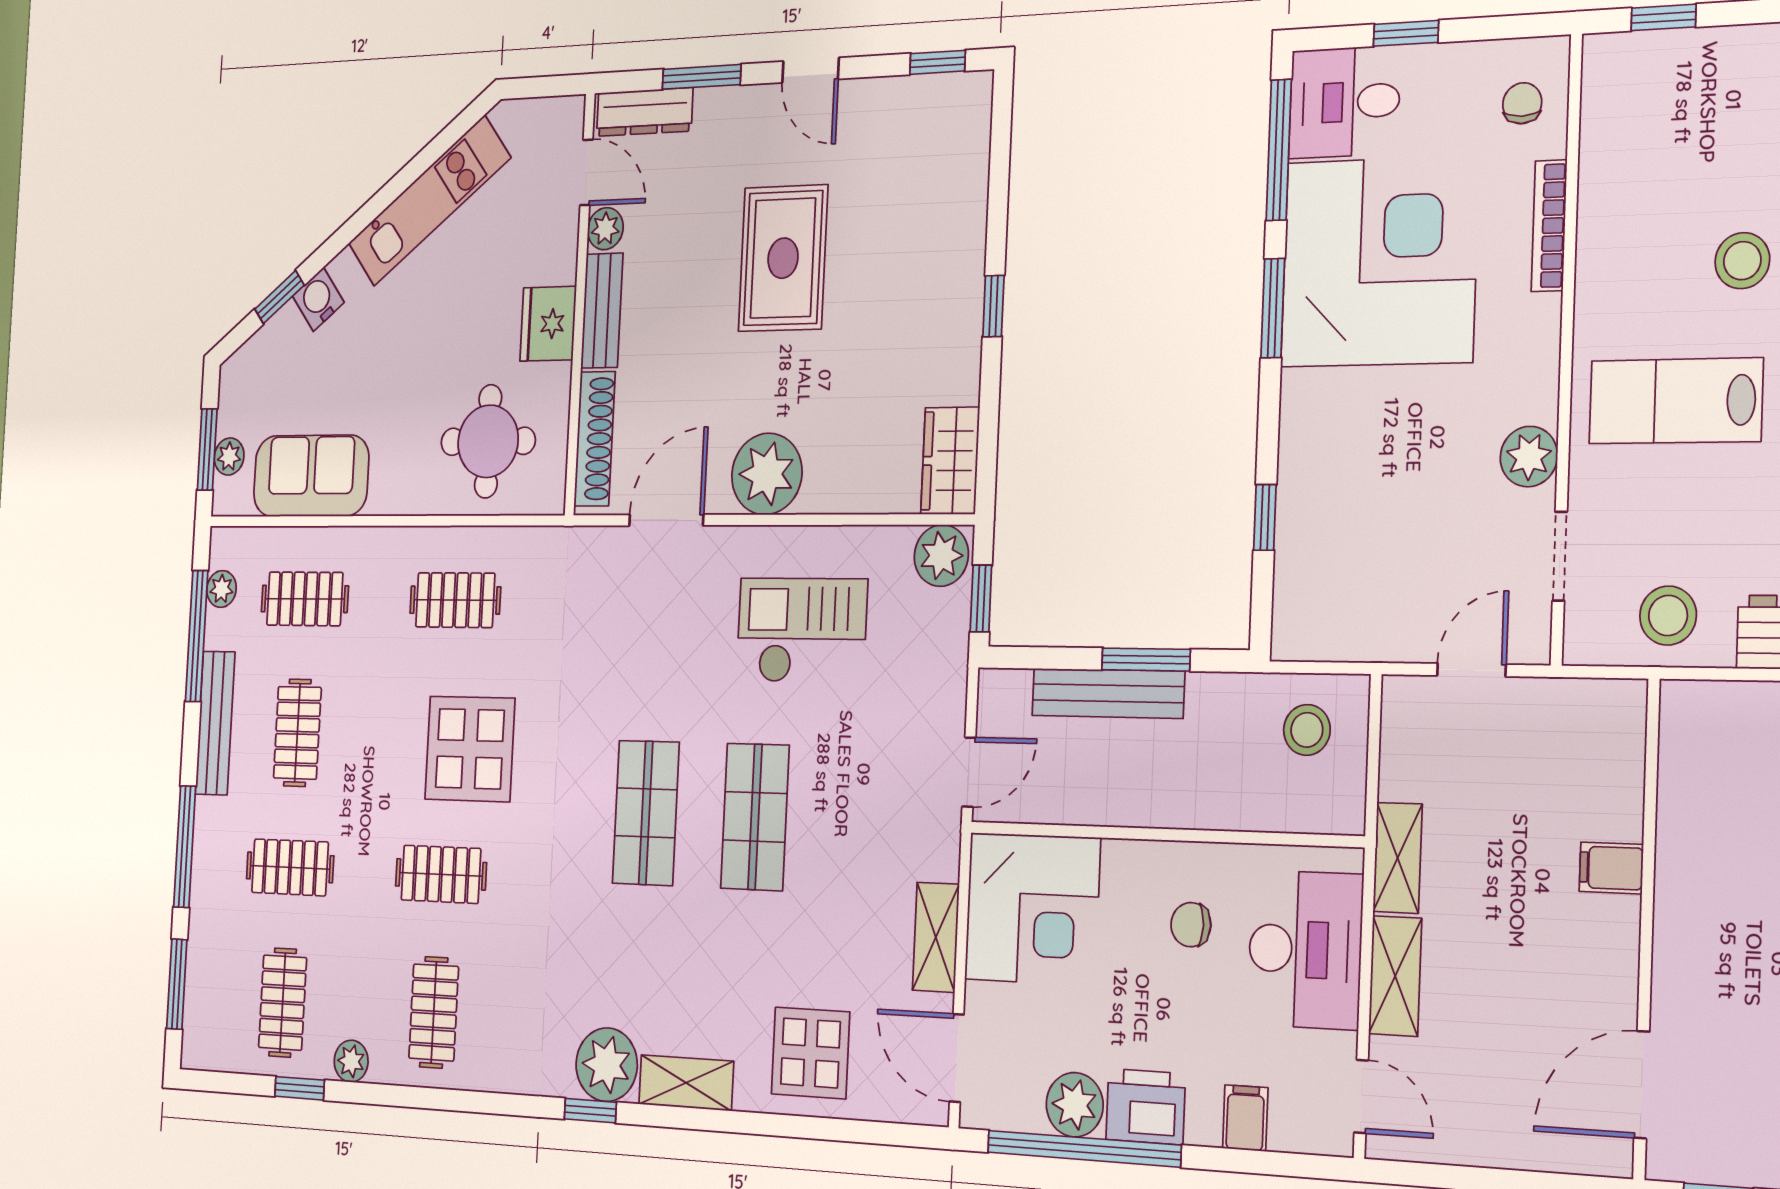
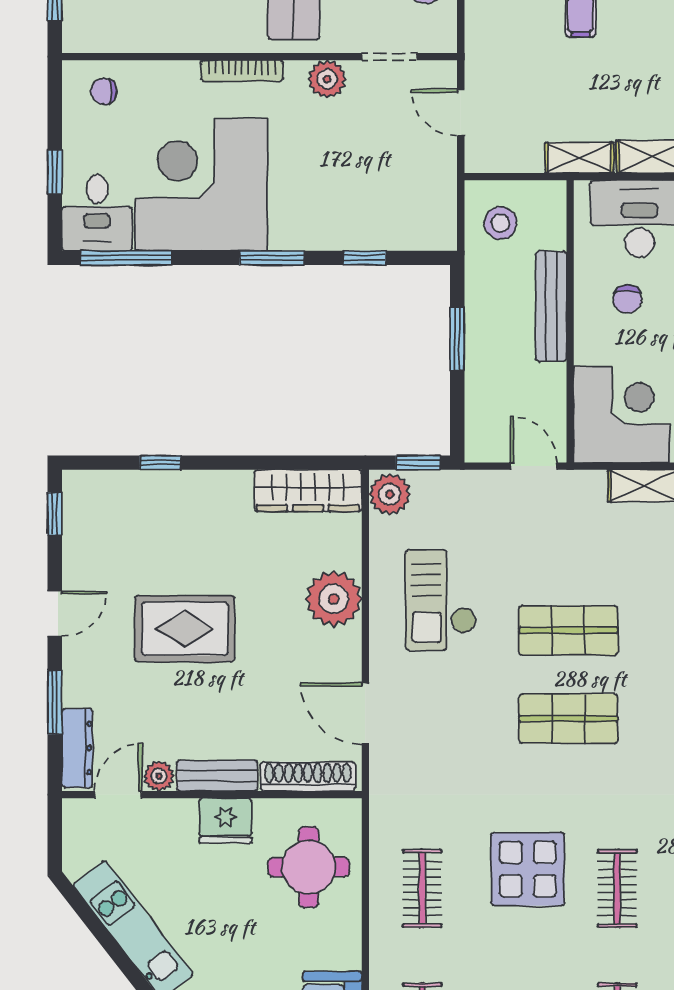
bookcase: (1549, 226) -> (242, 71), moved
window: (993, 306) -> (160, 463), moved
window: (1273, 308) -> (272, 258), moved
wardrobe: (950, 461) -> (308, 491), width x1.50
plant: (767, 474) -> (334, 599), moved
bench: (1108, 693) -> (551, 306), moved

